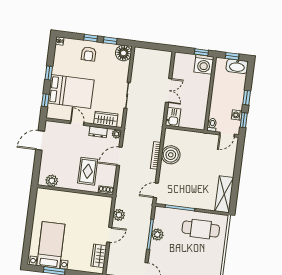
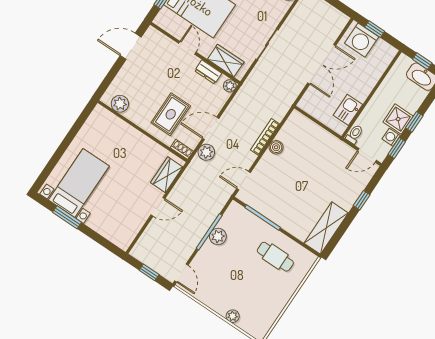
window: (201, 52) -> (375, 29), moved
washing machine: (204, 64) -> (362, 40), moved
double door: (169, 90) -> (322, 64), width x1.37
shower: (235, 101) -> (398, 119), added
kitchen sink: (173, 117) -> (348, 110), moved, turned 180
boiler: (171, 155) -> (276, 147), width x0.54, depth x0.54
door: (119, 156) -> (211, 128), moved
window: (238, 165) -> (362, 200), added
plant: (119, 215) -> (206, 152), moved
cafe table: (201, 229) -> (275, 257), width x0.73, depth x0.74
wardrobe: (99, 256) -> (167, 175), moved

